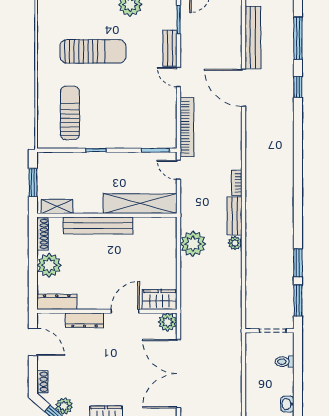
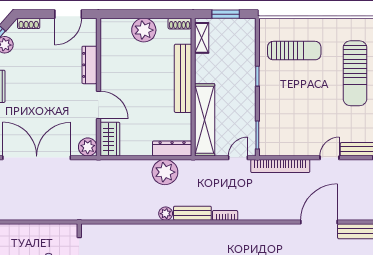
shoe rack: (43, 234) -> (180, 24), width x0.70
dresser: (57, 302) -> (172, 148), moved, turned -90

